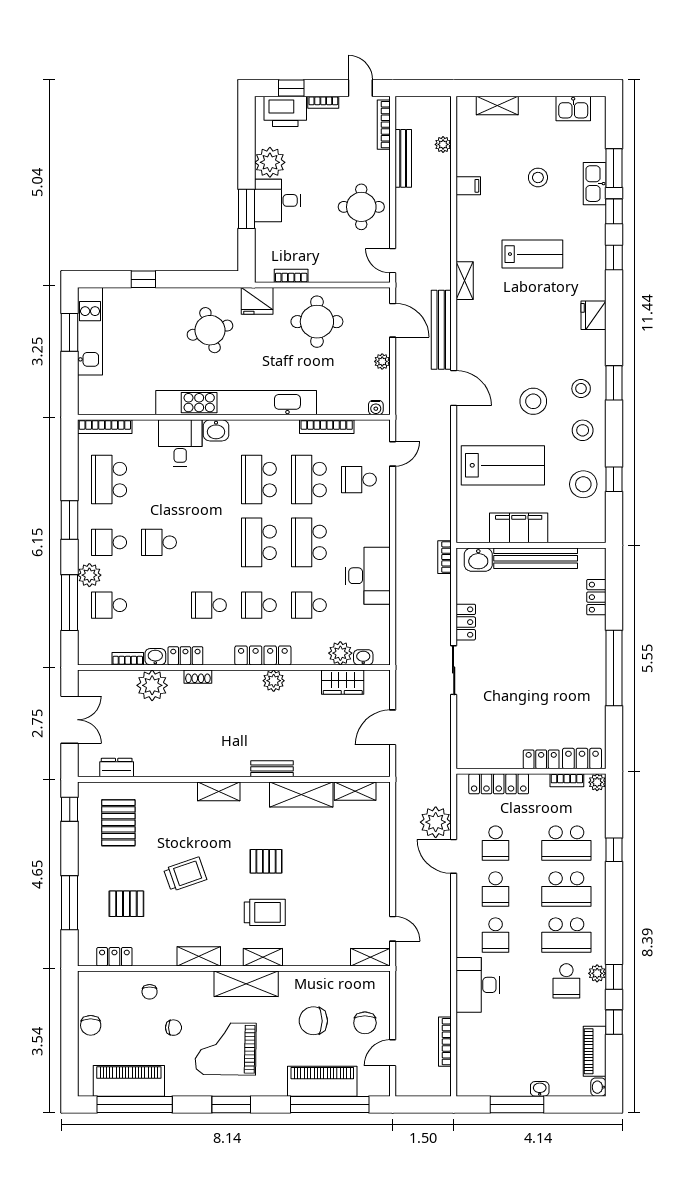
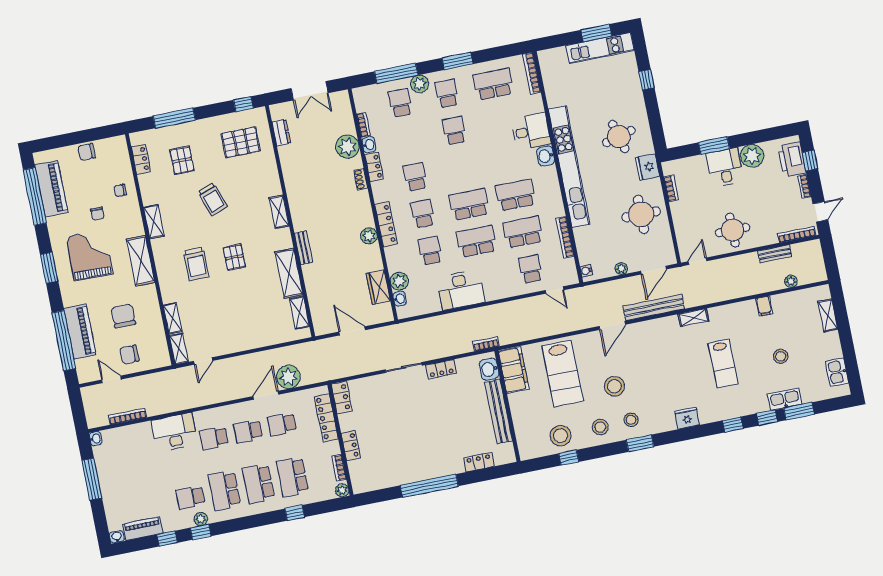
bench: (403, 158) -> (775, 254), width x0.73
filing cabinet: (519, 528) -> (514, 370), moved
locker: (582, 758) -> (342, 398), moved
shelving: (263, 957) -> (173, 318), moved
washbasin: (540, 1089) -> (96, 439), moved

